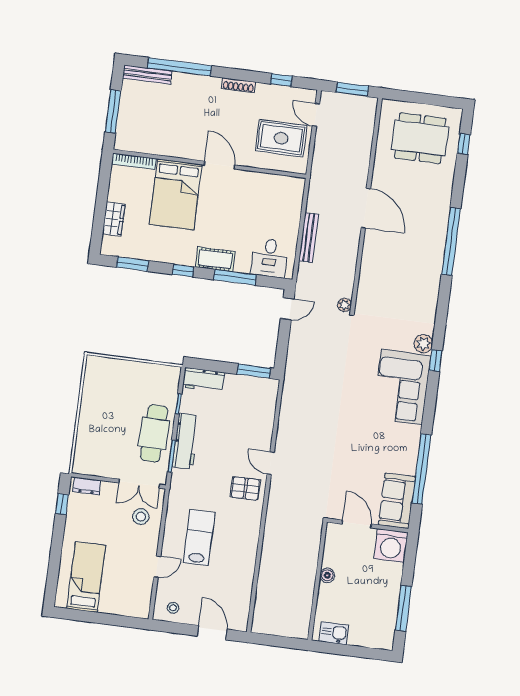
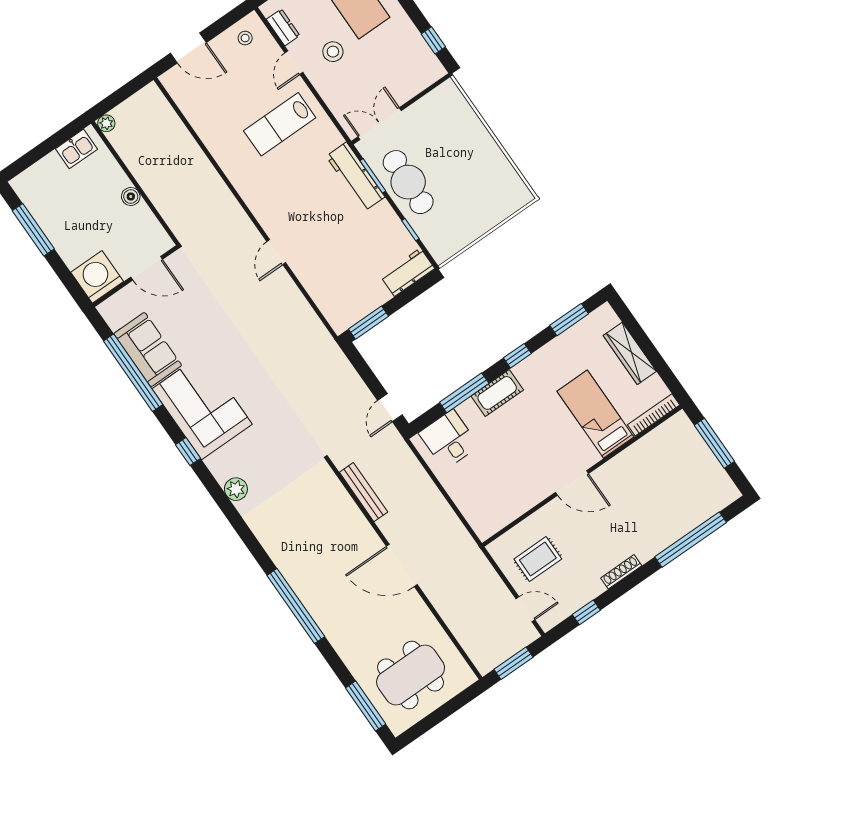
bench: (147, 75) -> (714, 506), removed
rug: (281, 138) -> (538, 559), width x0.73, depth x0.70
window: (464, 144) -> (366, 706), width x2.17
bed: (176, 194) -> (595, 414), width x0.67
wardrobe: (114, 219) -> (630, 353), width x1.50
bench: (309, 237) -> (364, 492), moved
plant: (345, 305) -> (106, 123), moved
window: (436, 361) -> (188, 452), moved
corner sofa: (402, 387) -> (202, 406), moved
workbench: (186, 441) -> (355, 177), moved
door: (271, 463) -> (276, 252), swing flipped
dresser: (87, 486) -> (283, 27), moved, turned 90
pallet: (245, 488) -> (278, 208), removed
sofa: (397, 501) -> (148, 350), moved
stool: (141, 517) -> (333, 52), moved
lab bench: (199, 538) -> (280, 124), turned 90

